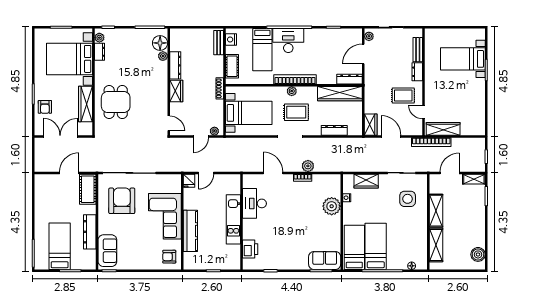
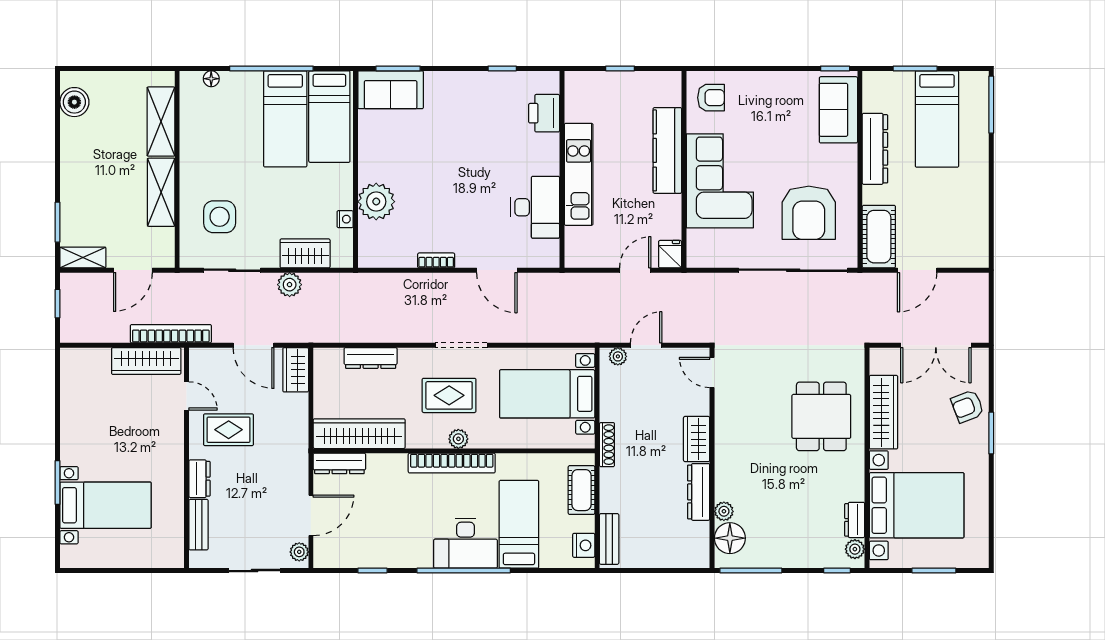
armchair: (45, 107) -> (967, 406), turned -111
plant: (308, 166) -> (290, 285), moved

